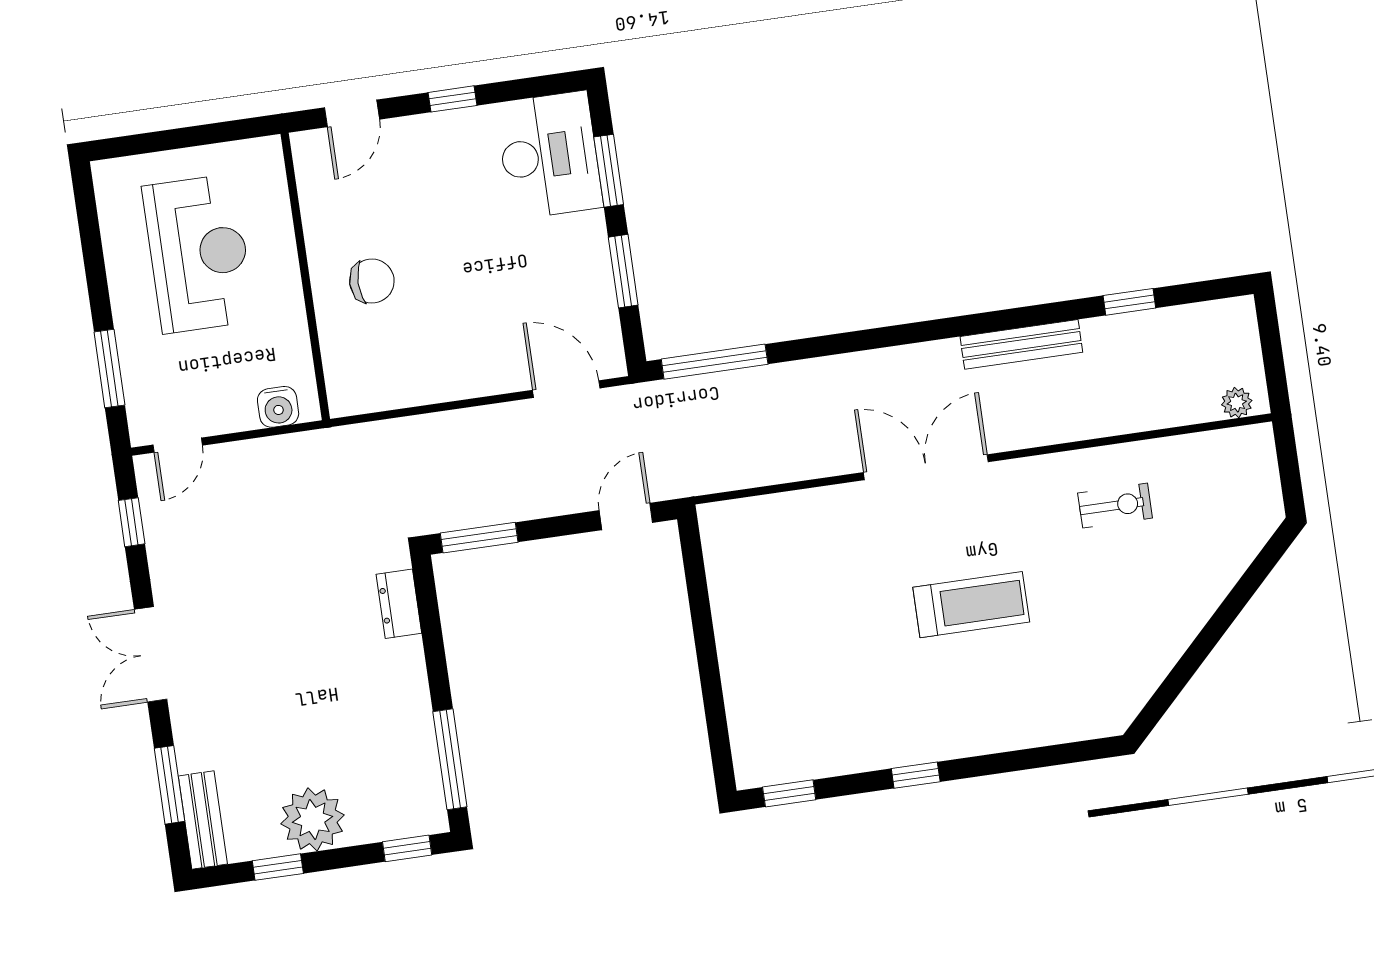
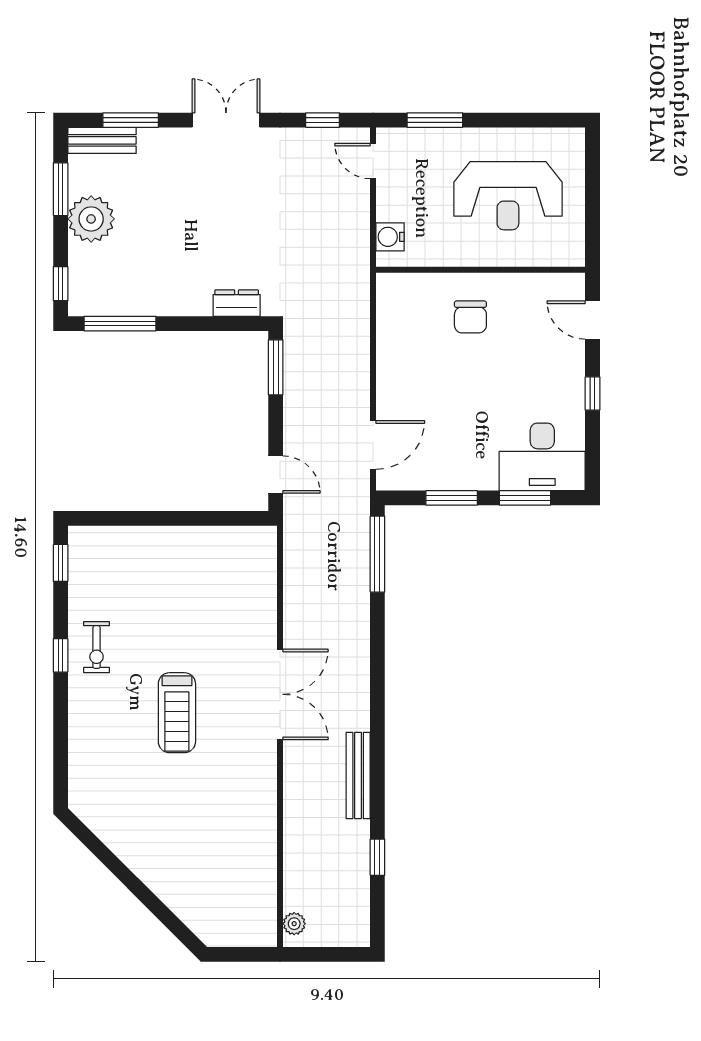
exercise bike: (1115, 506) -> (97, 647), moved
window: (278, 867) -> (61, 189), width x1.50

